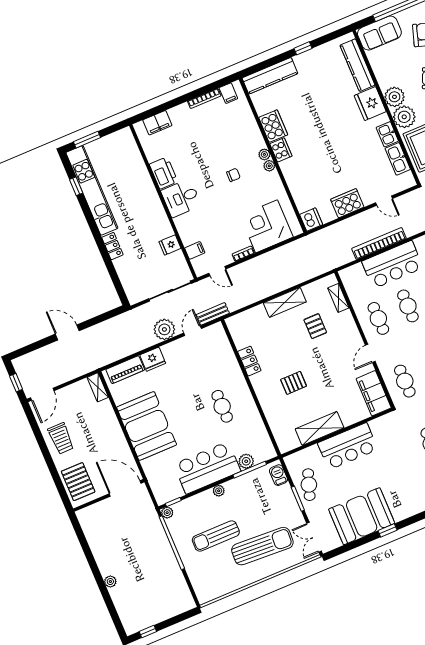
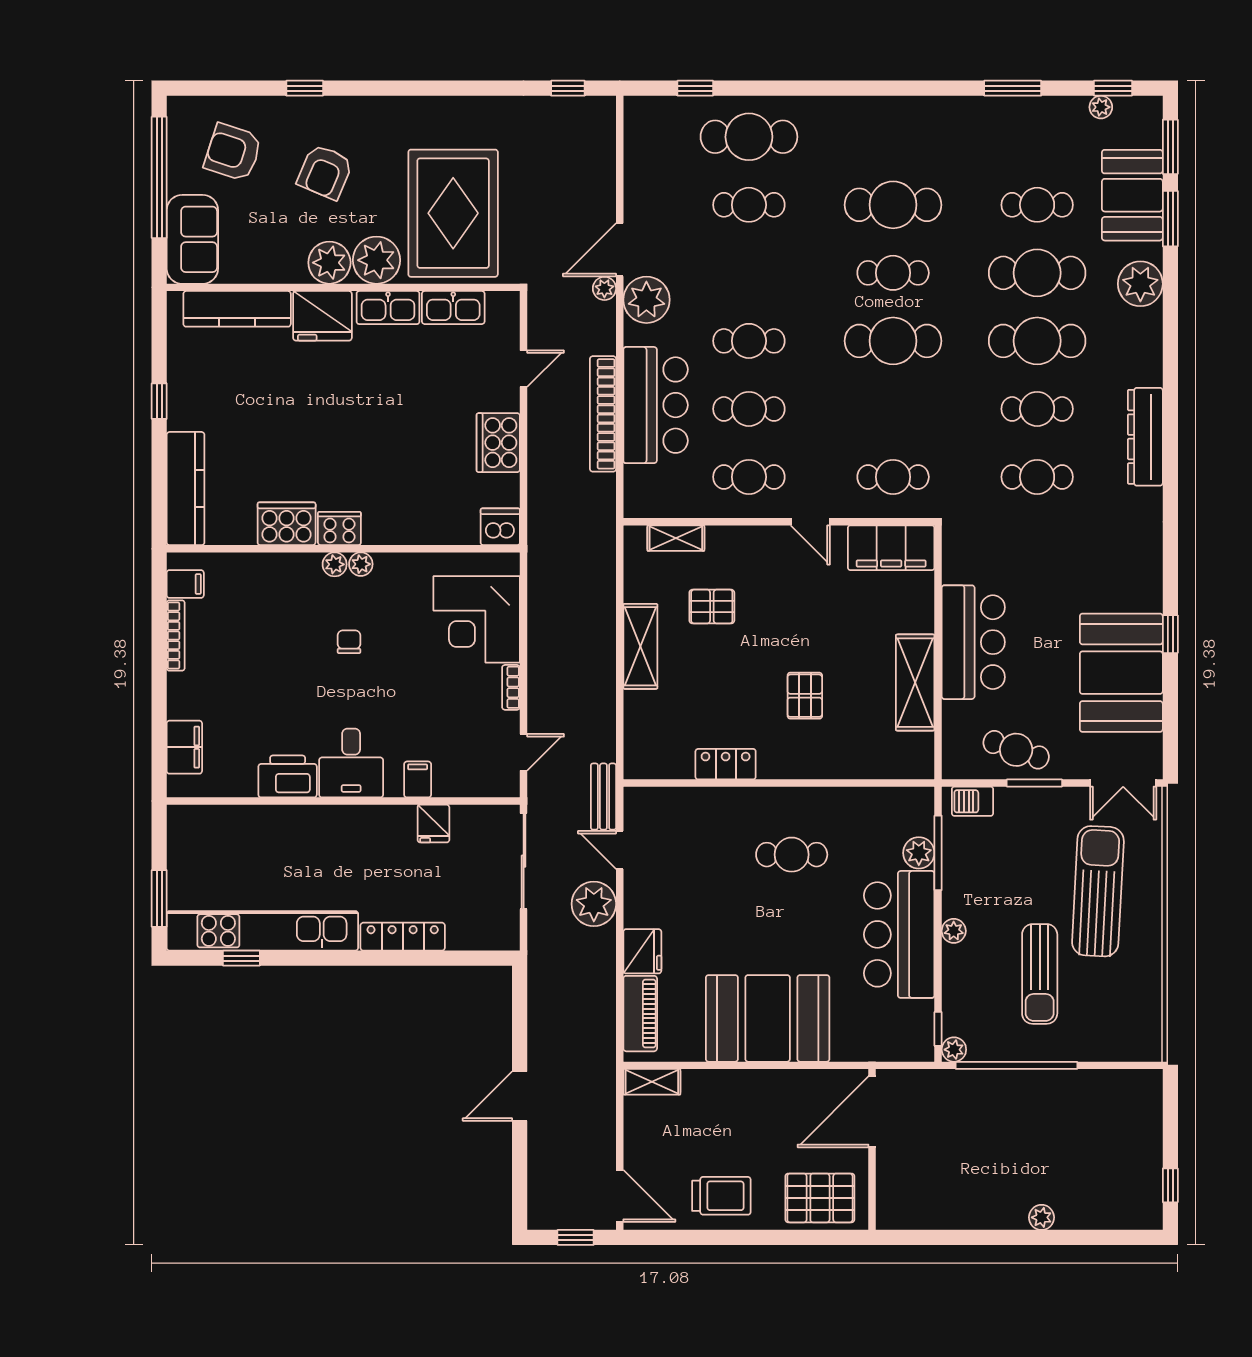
kitchen sink: (387, 134) -> (388, 308), width x1.38
locker: (112, 246) -> (403, 937), width x1.53
filing cabinet: (195, 250) -> (418, 779), moved

